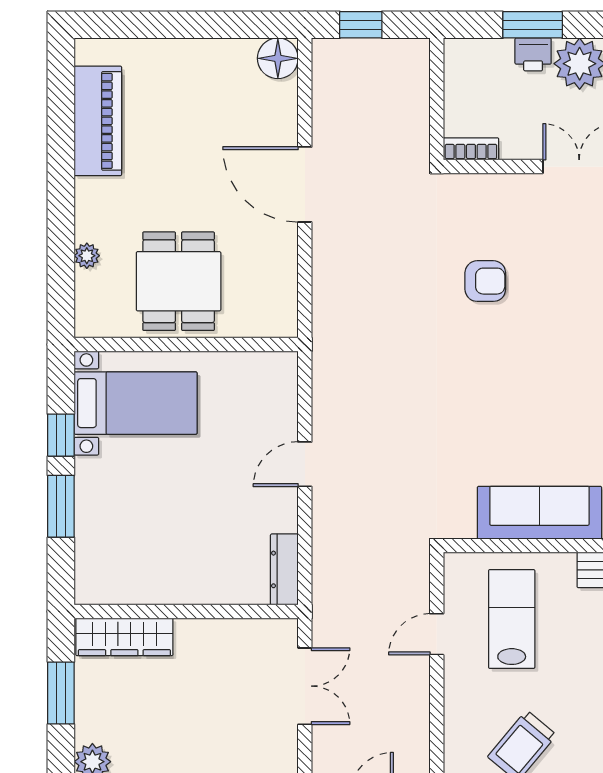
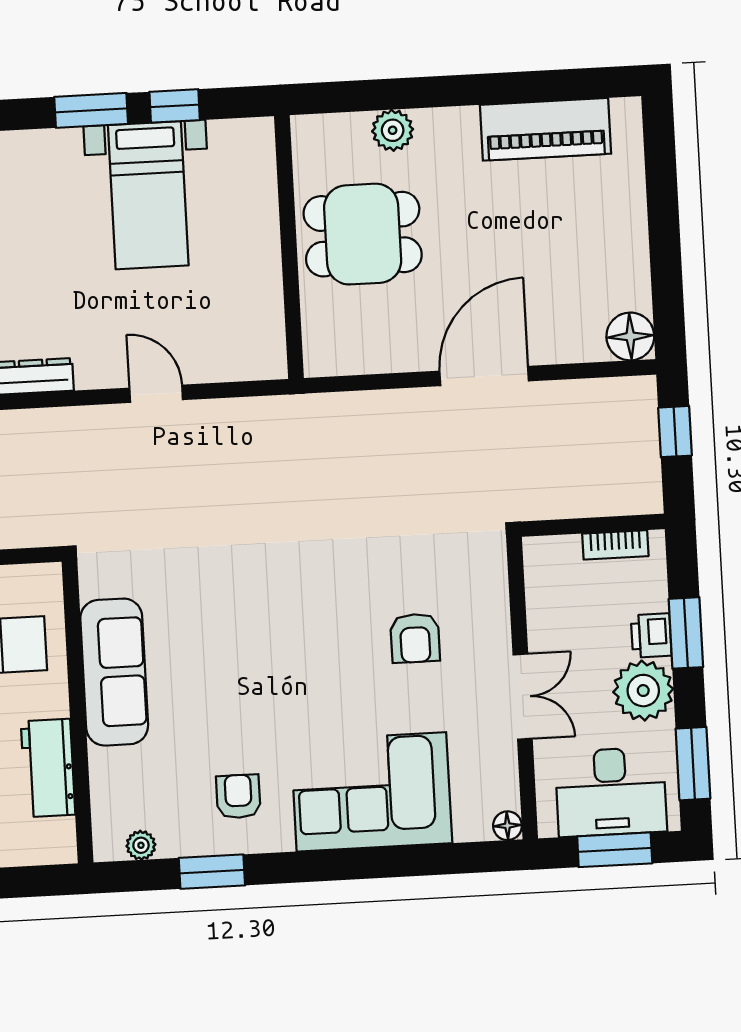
bookcase: (471, 149) -> (615, 545), moved, turned 90
plant: (87, 256) -> (393, 130), width x1.38, depth x1.38
armchair: (485, 281) -> (415, 638), moved
bed with nightstands: (136, 403) -> (148, 195), moved

